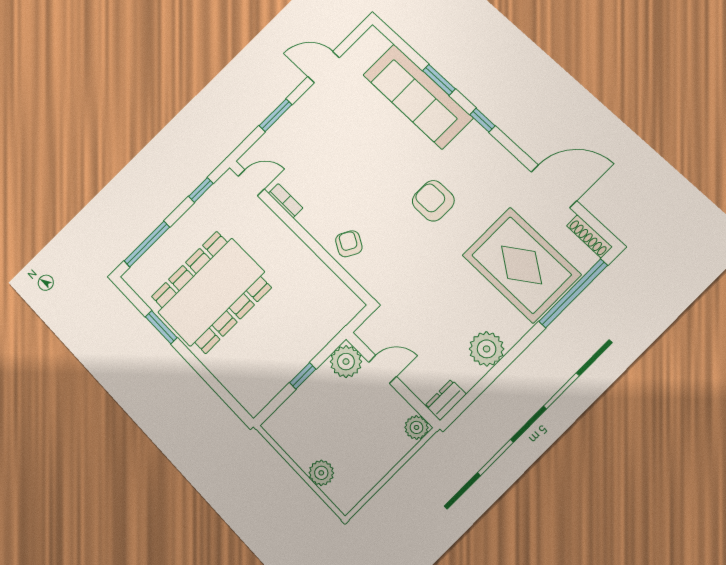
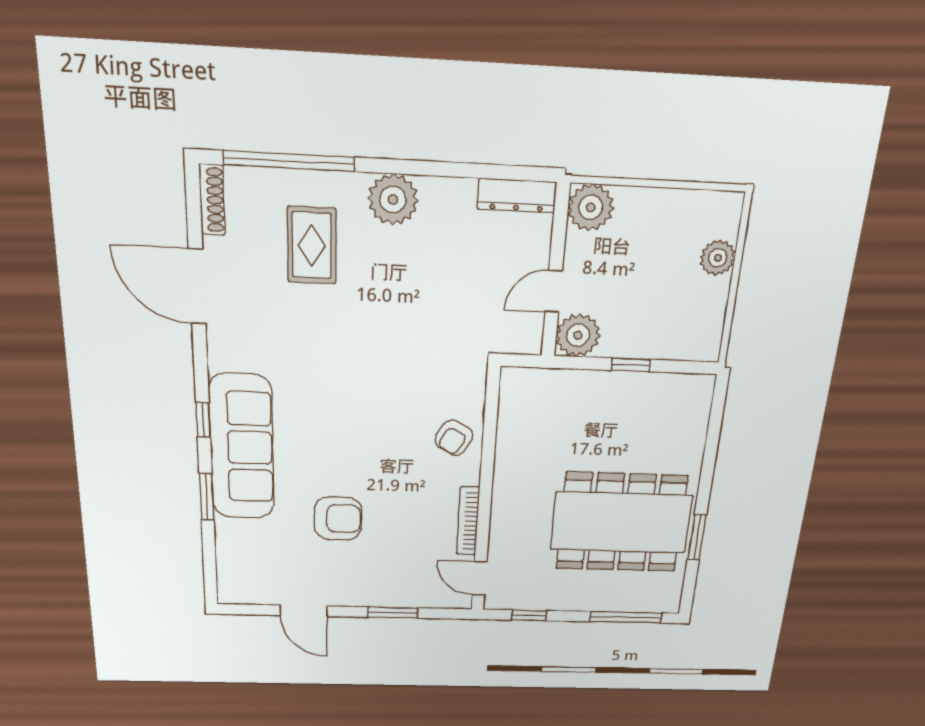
sofa: (418, 96) -> (242, 447), moved
bookcase: (286, 201) -> (468, 521), width x1.56
armchair: (433, 201) -> (338, 518), moved, turned -90
rug: (521, 265) -> (312, 245), width x0.54, depth x0.49
plant: (487, 349) -> (393, 199), moved
door: (383, 369) -> (554, 291), hinge flipped
dresser: (446, 400) -> (517, 196), width x1.44
plant: (417, 427) -> (591, 207), width x1.36, depth x1.36

